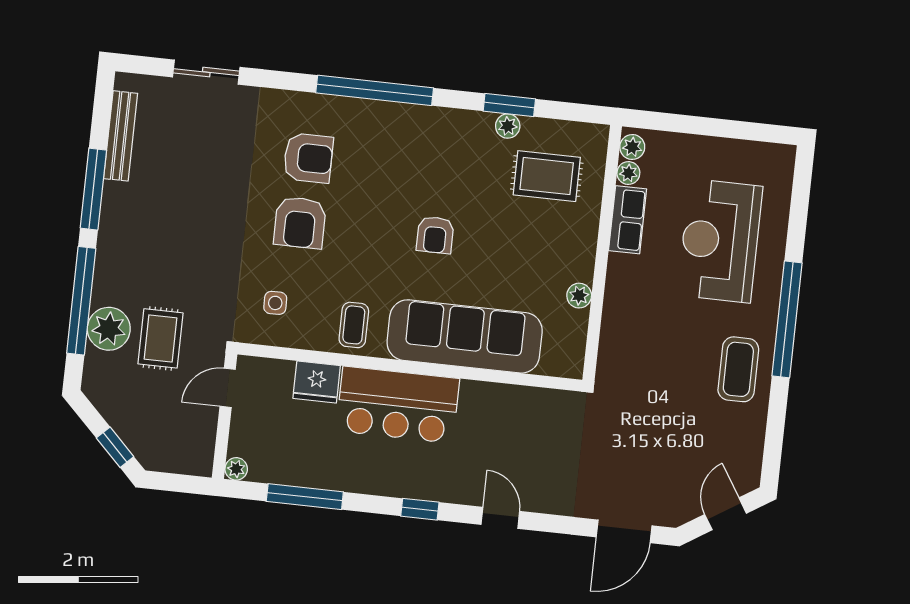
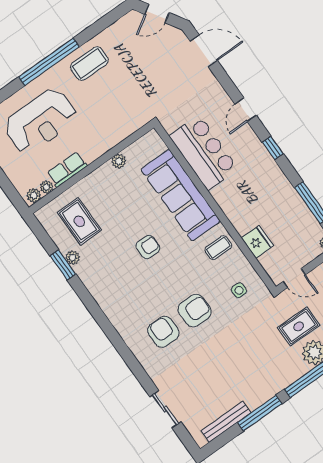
window: (375, 90) -> (108, 329), removed
bar counter: (398, 405) -> (204, 152), moved

